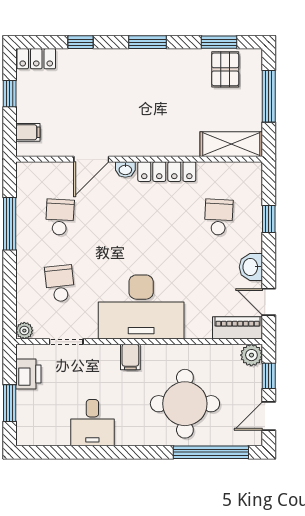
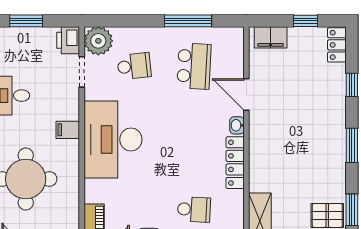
filing cabinet: (28, 132) -> (271, 37), width x2.00
school desk: (60, 217) -> (194, 66), width x1.85
plant: (24, 331) -> (98, 41), width x1.87, depth x1.87
printer: (28, 374) -> (68, 40), moved, turned 90

